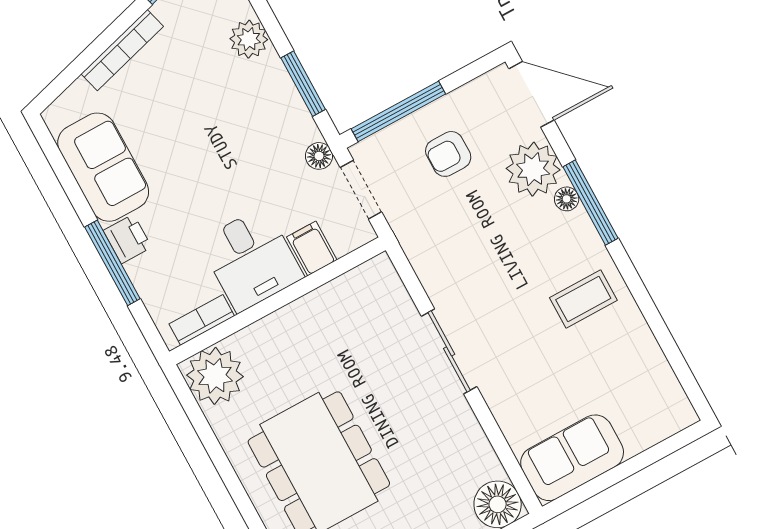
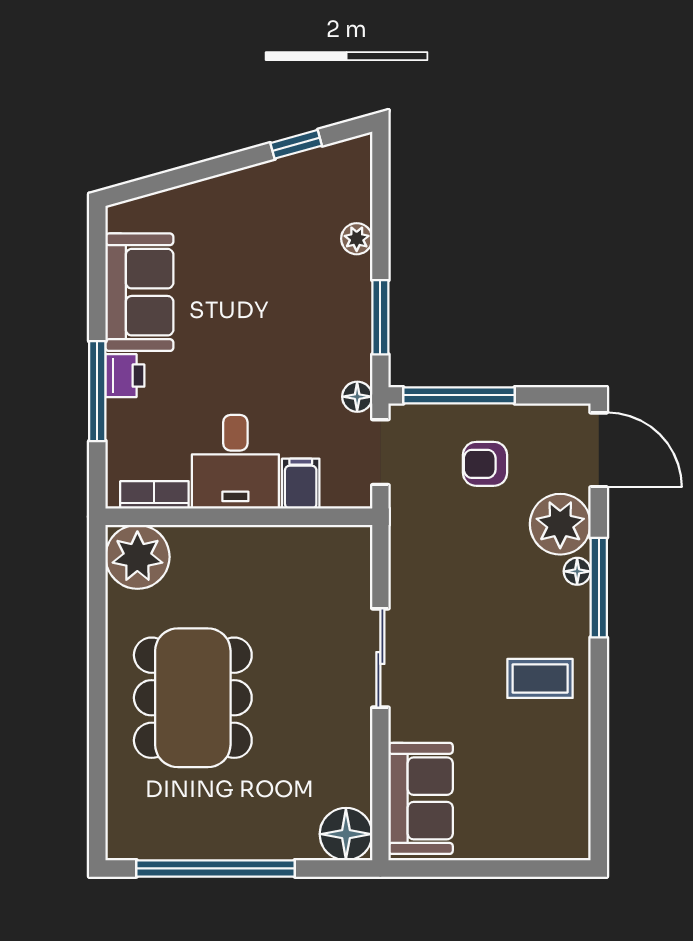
plant: (249, 39) -> (357, 239), width x0.73, depth x0.73
bookcase: (122, 50) -> (221, 188), removed
sofa: (572, 458) -> (421, 798), moved, turned 90

